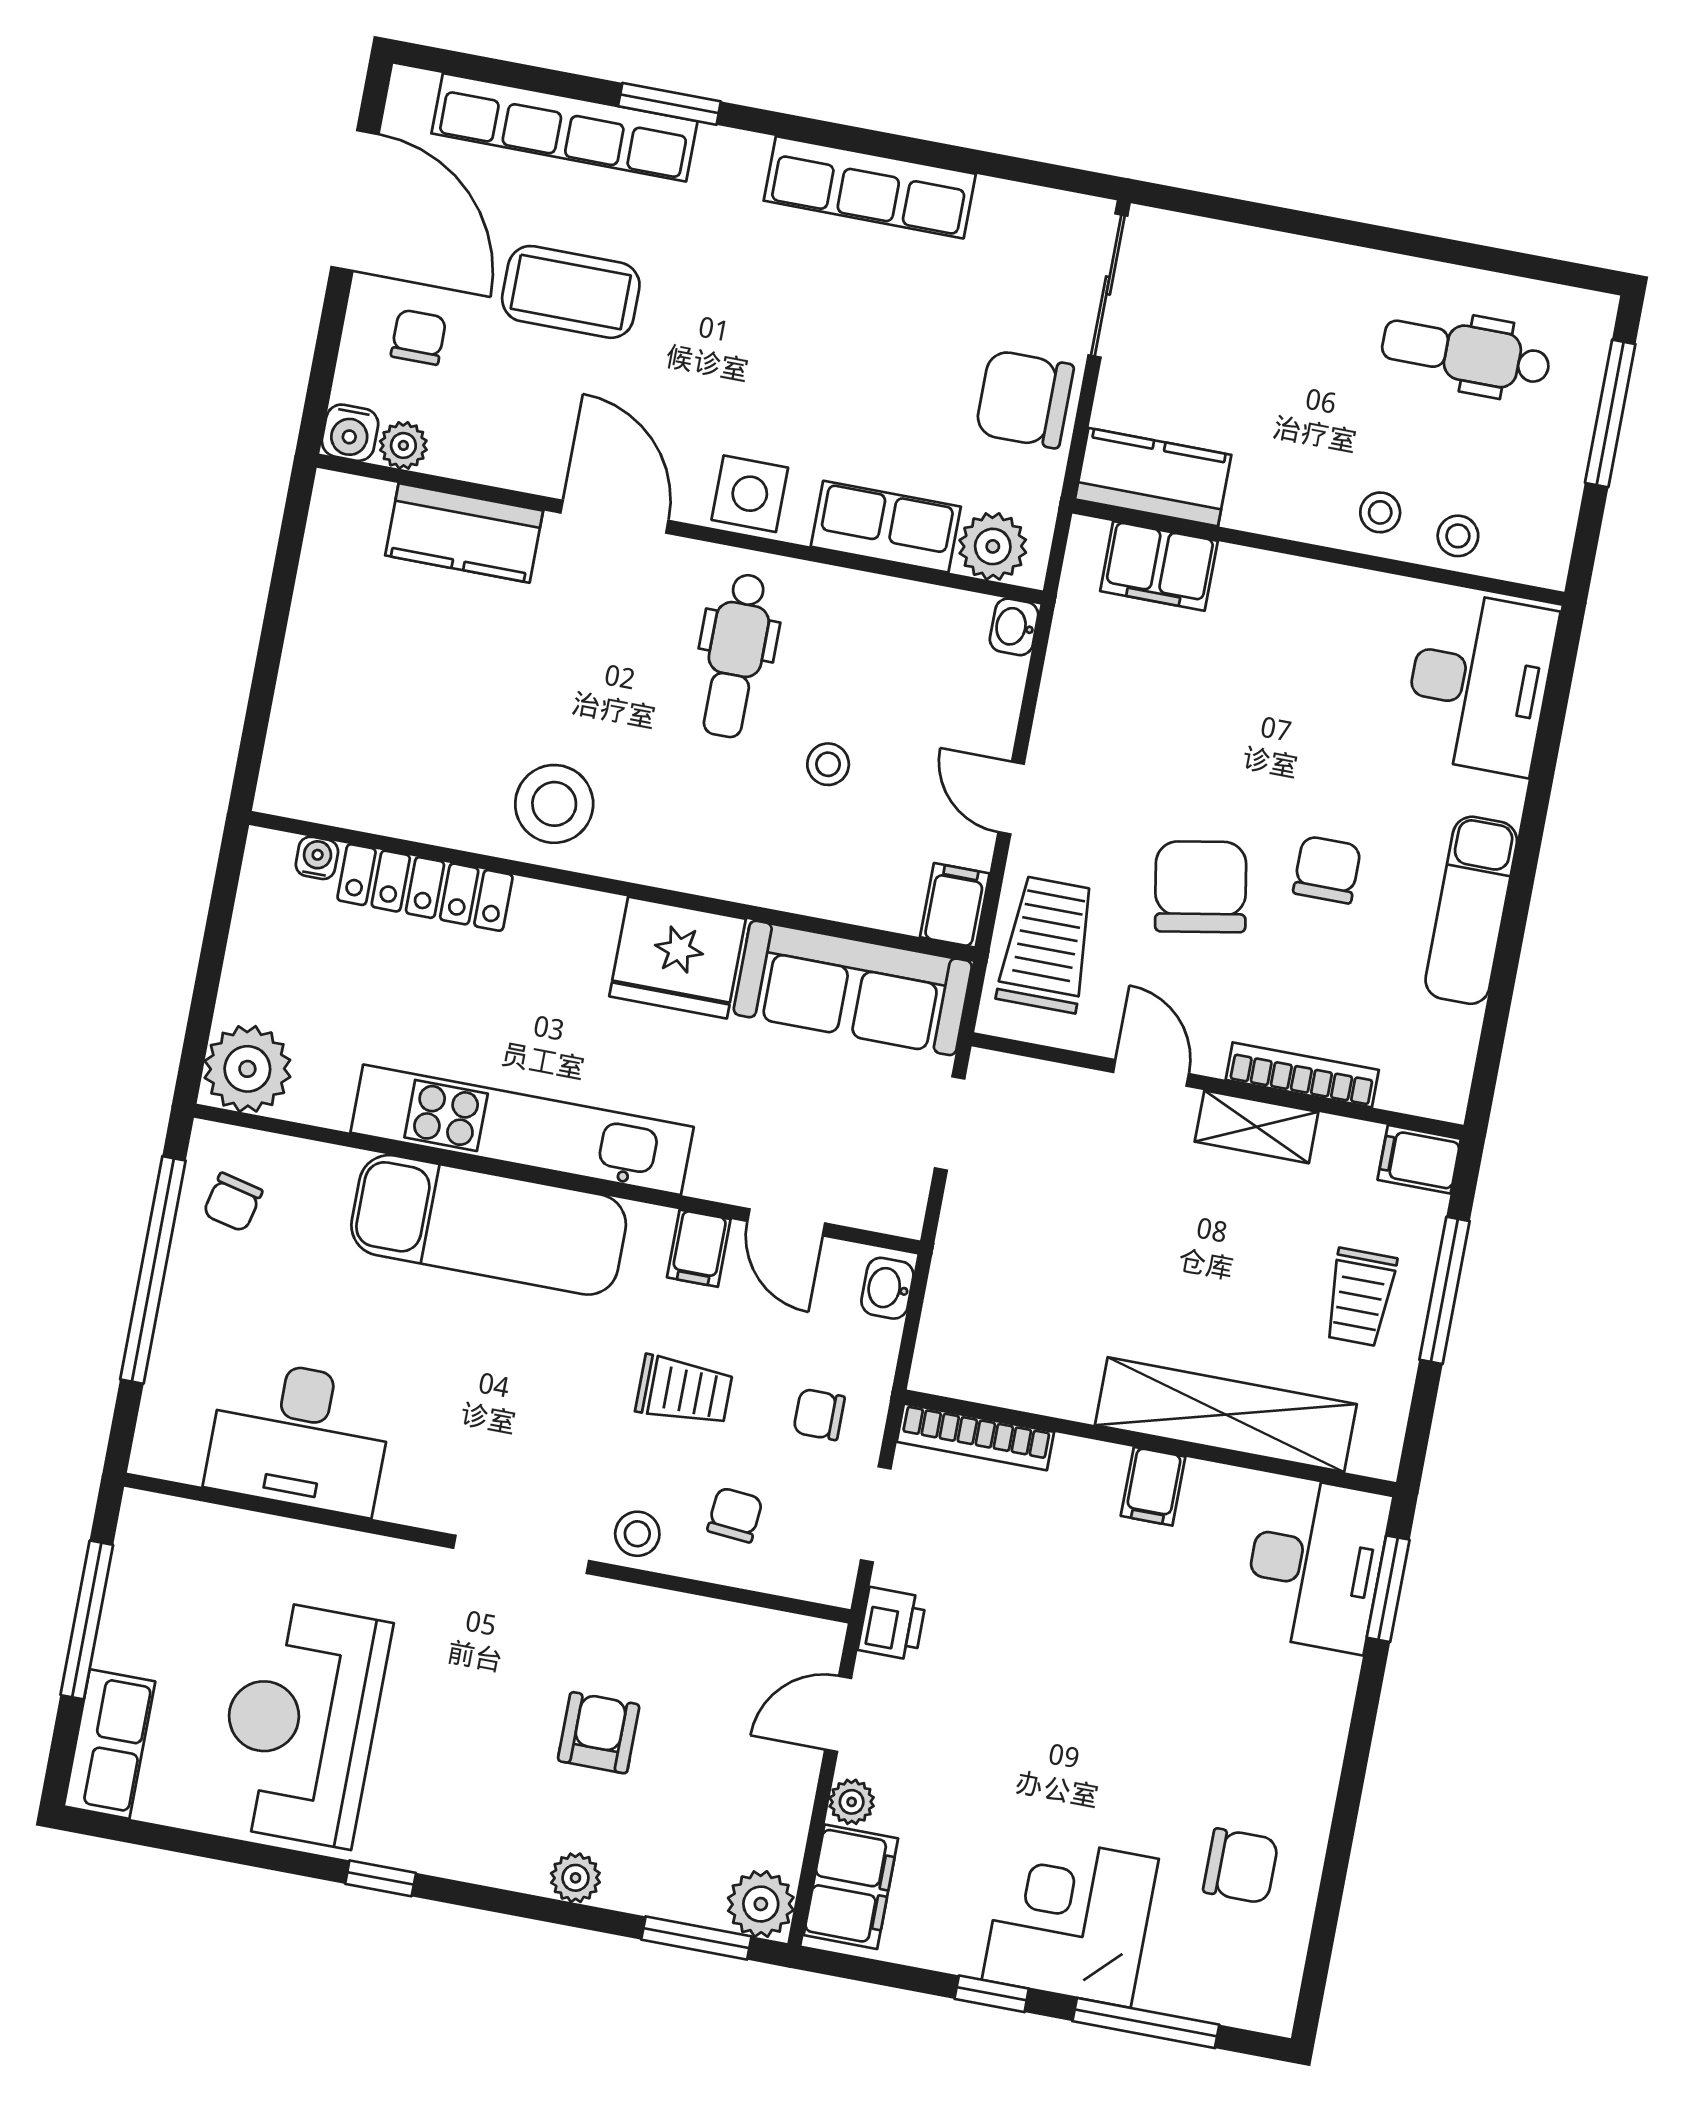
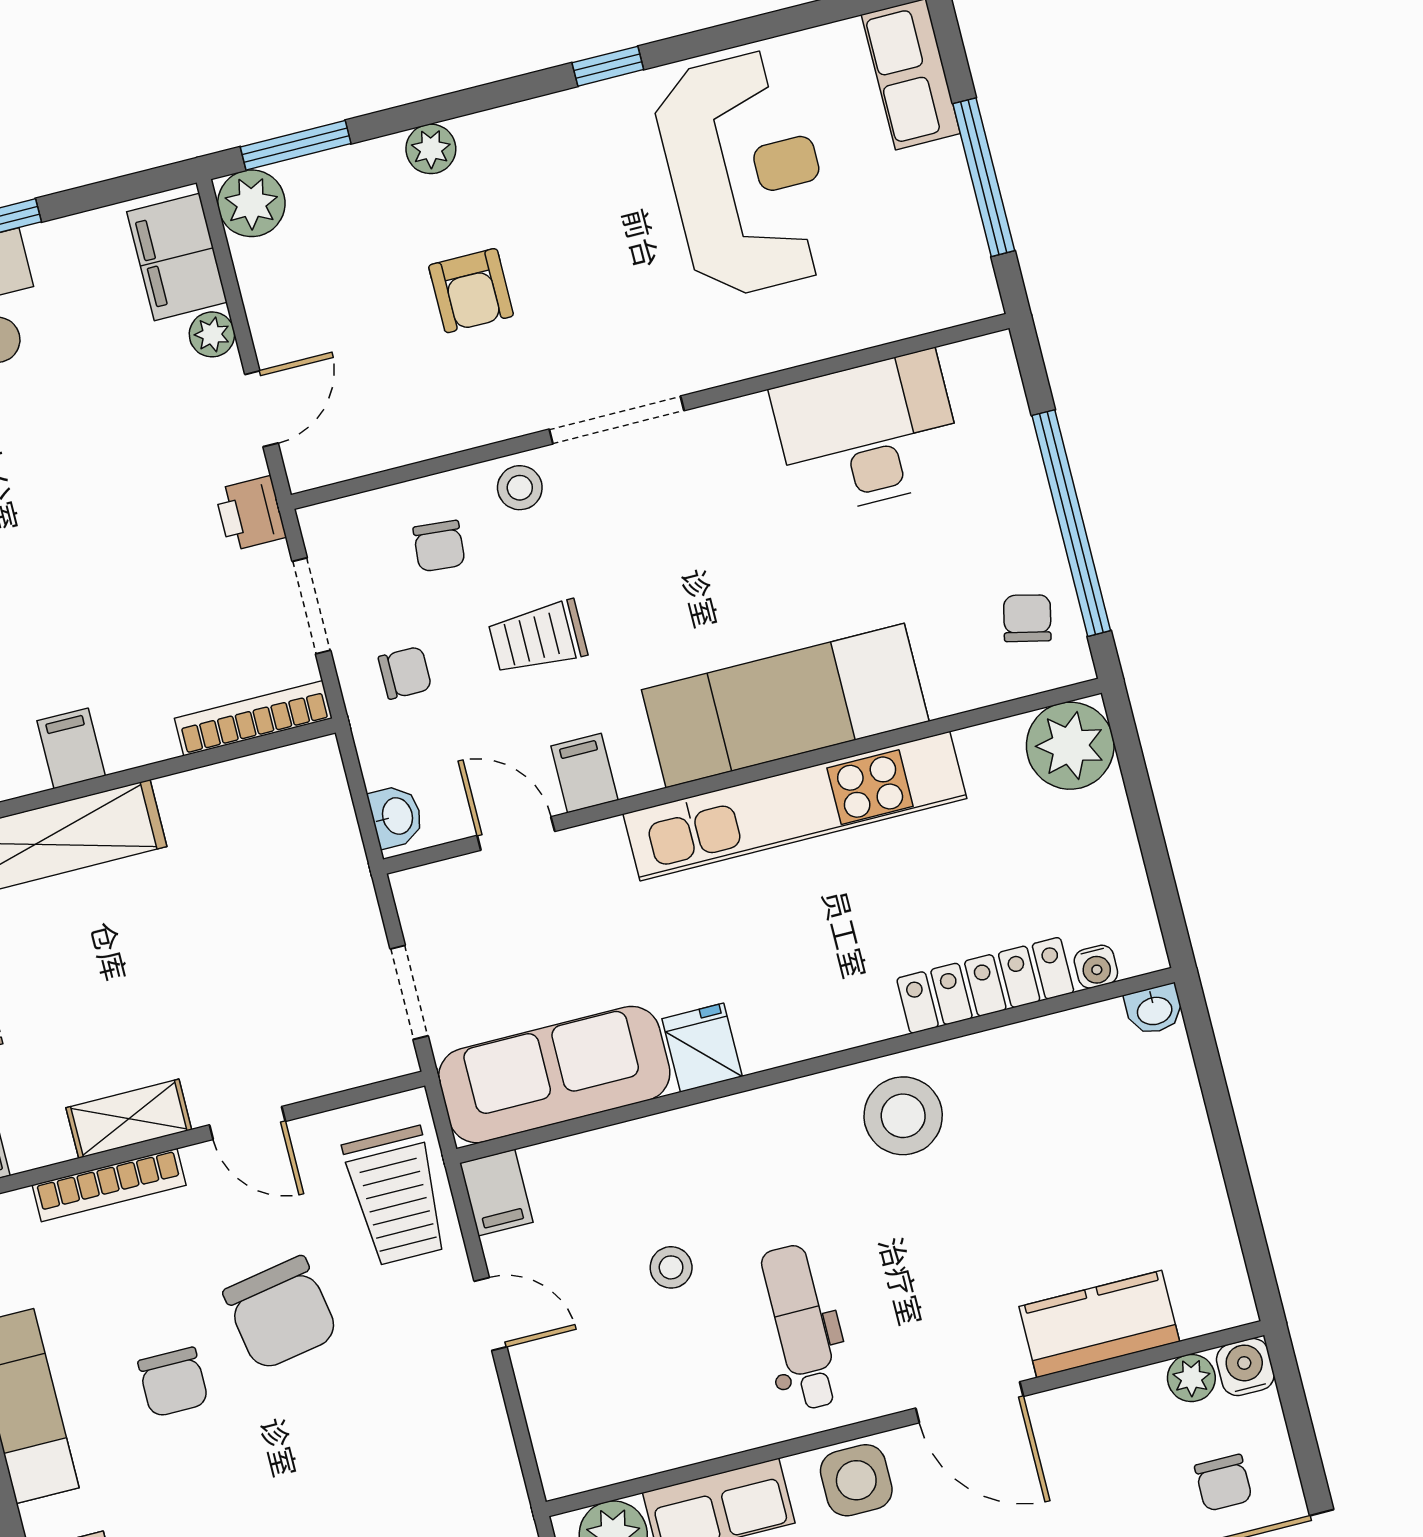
washbasin: (1014, 627) -> (1154, 1010), moved, turned 90
fridge: (677, 958) -> (702, 1048), width x0.53, depth x0.75

